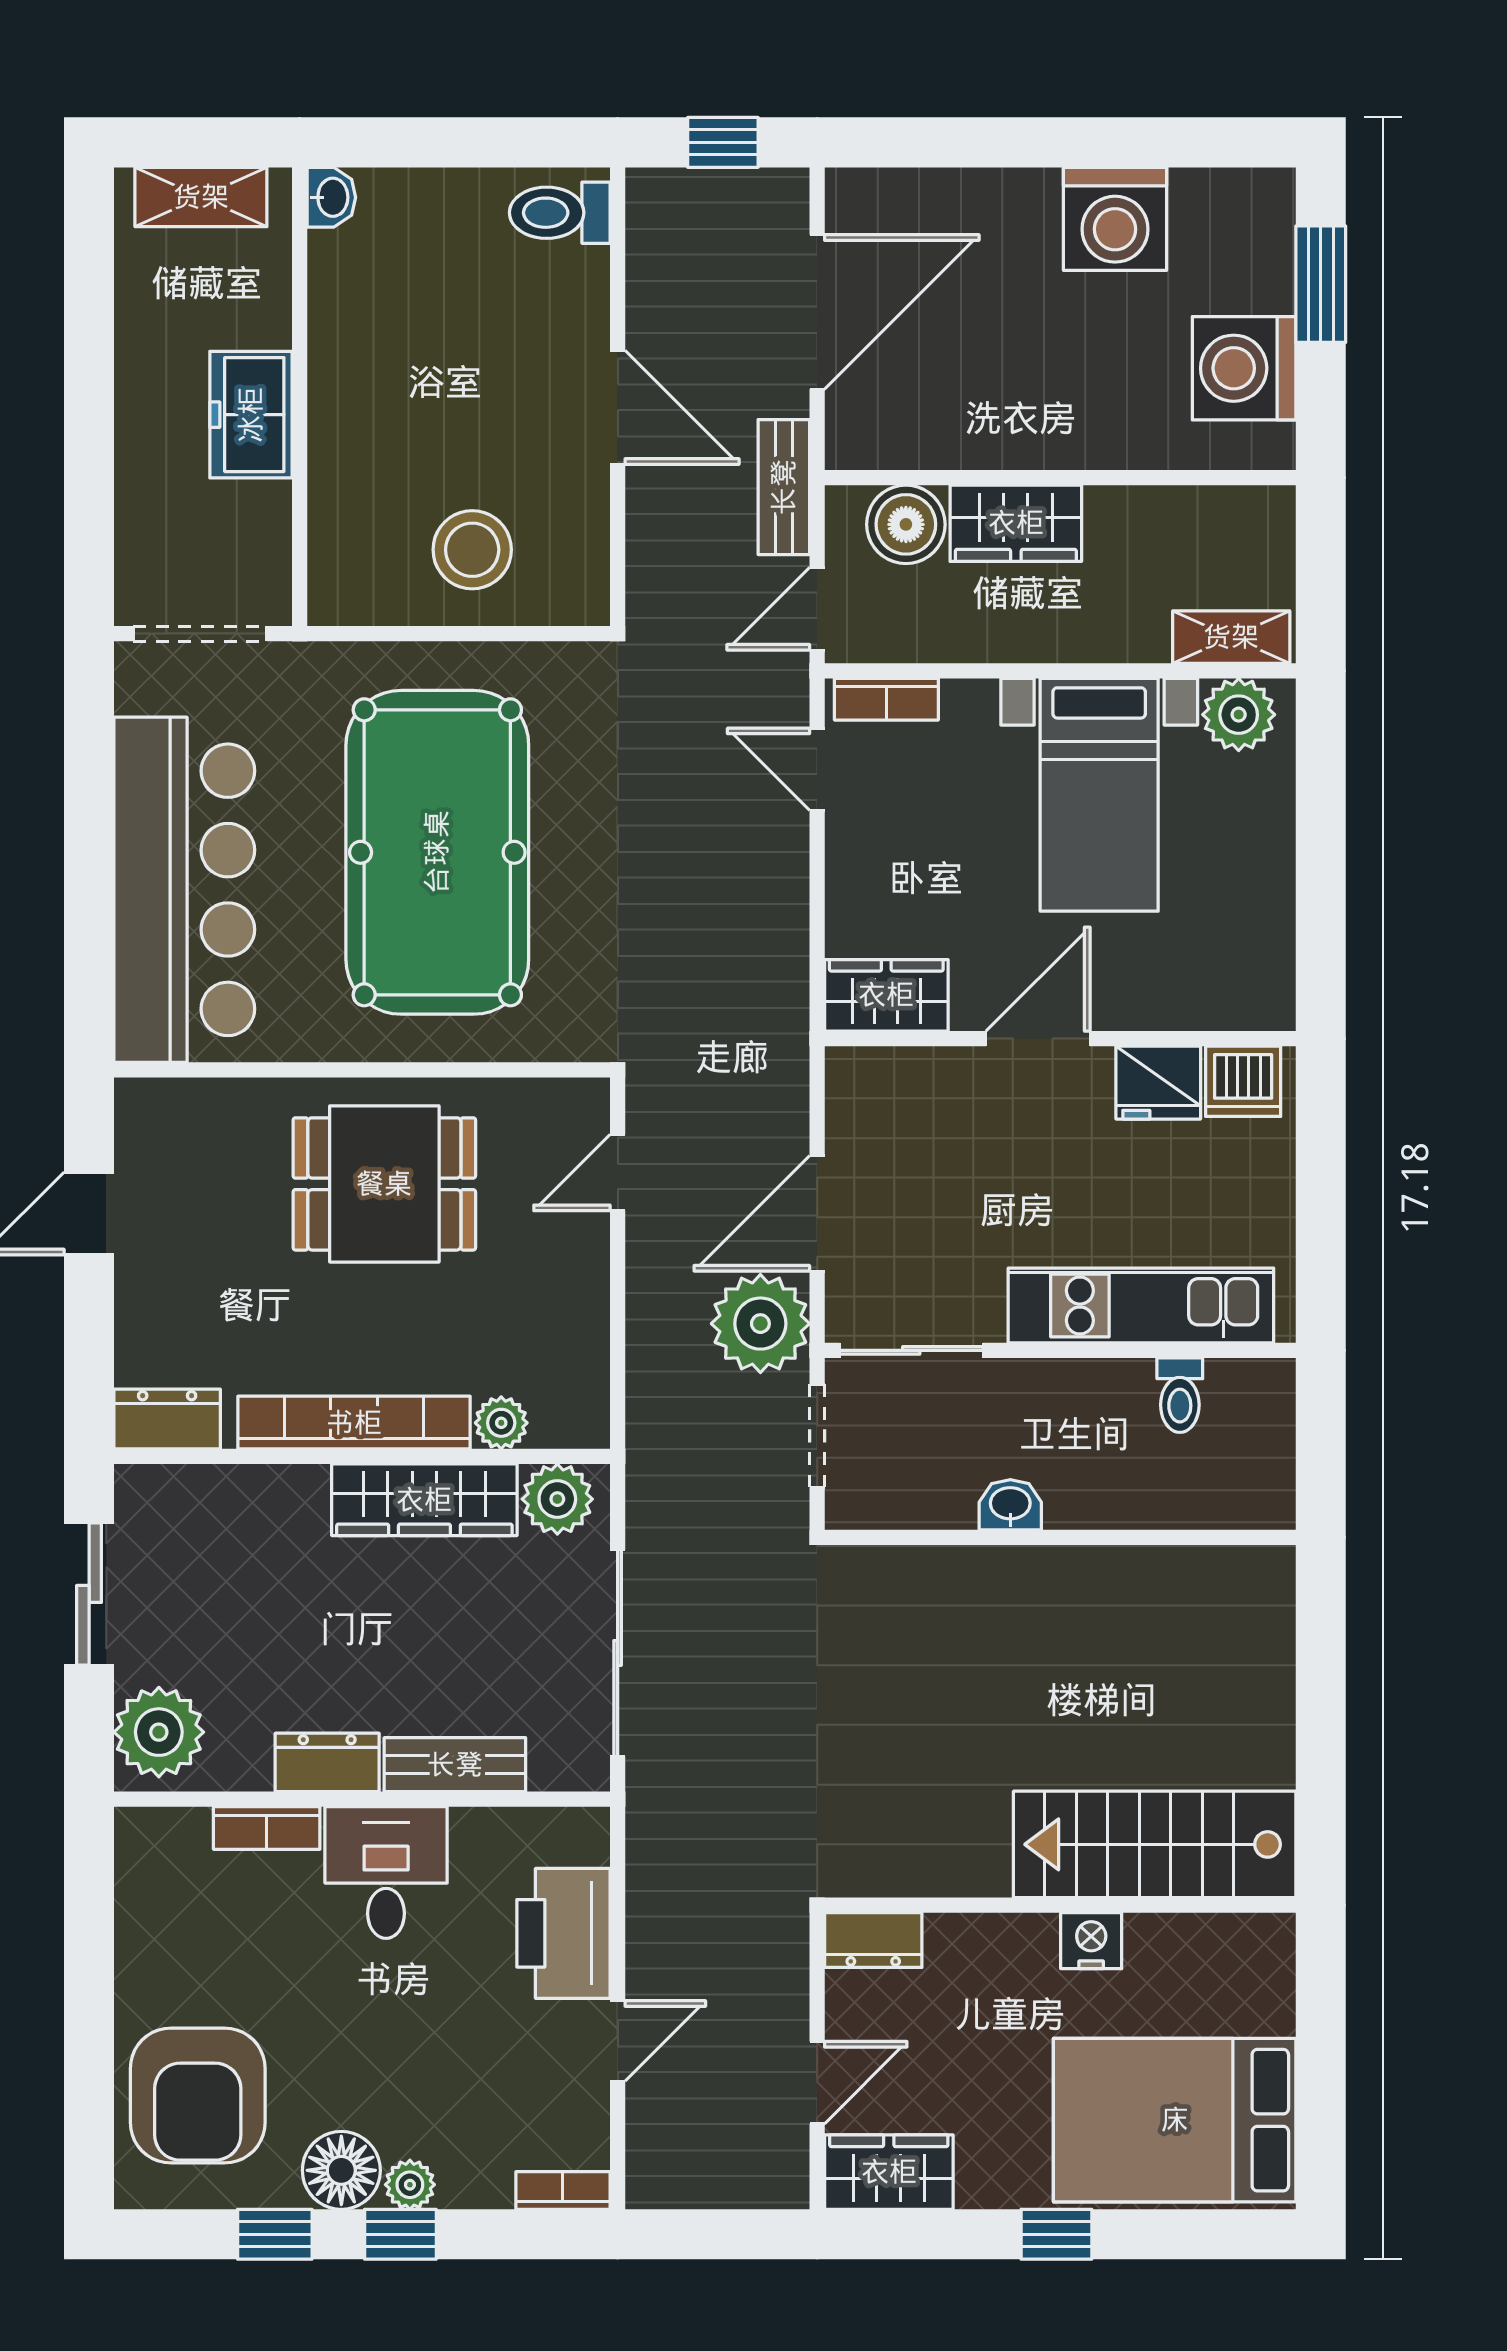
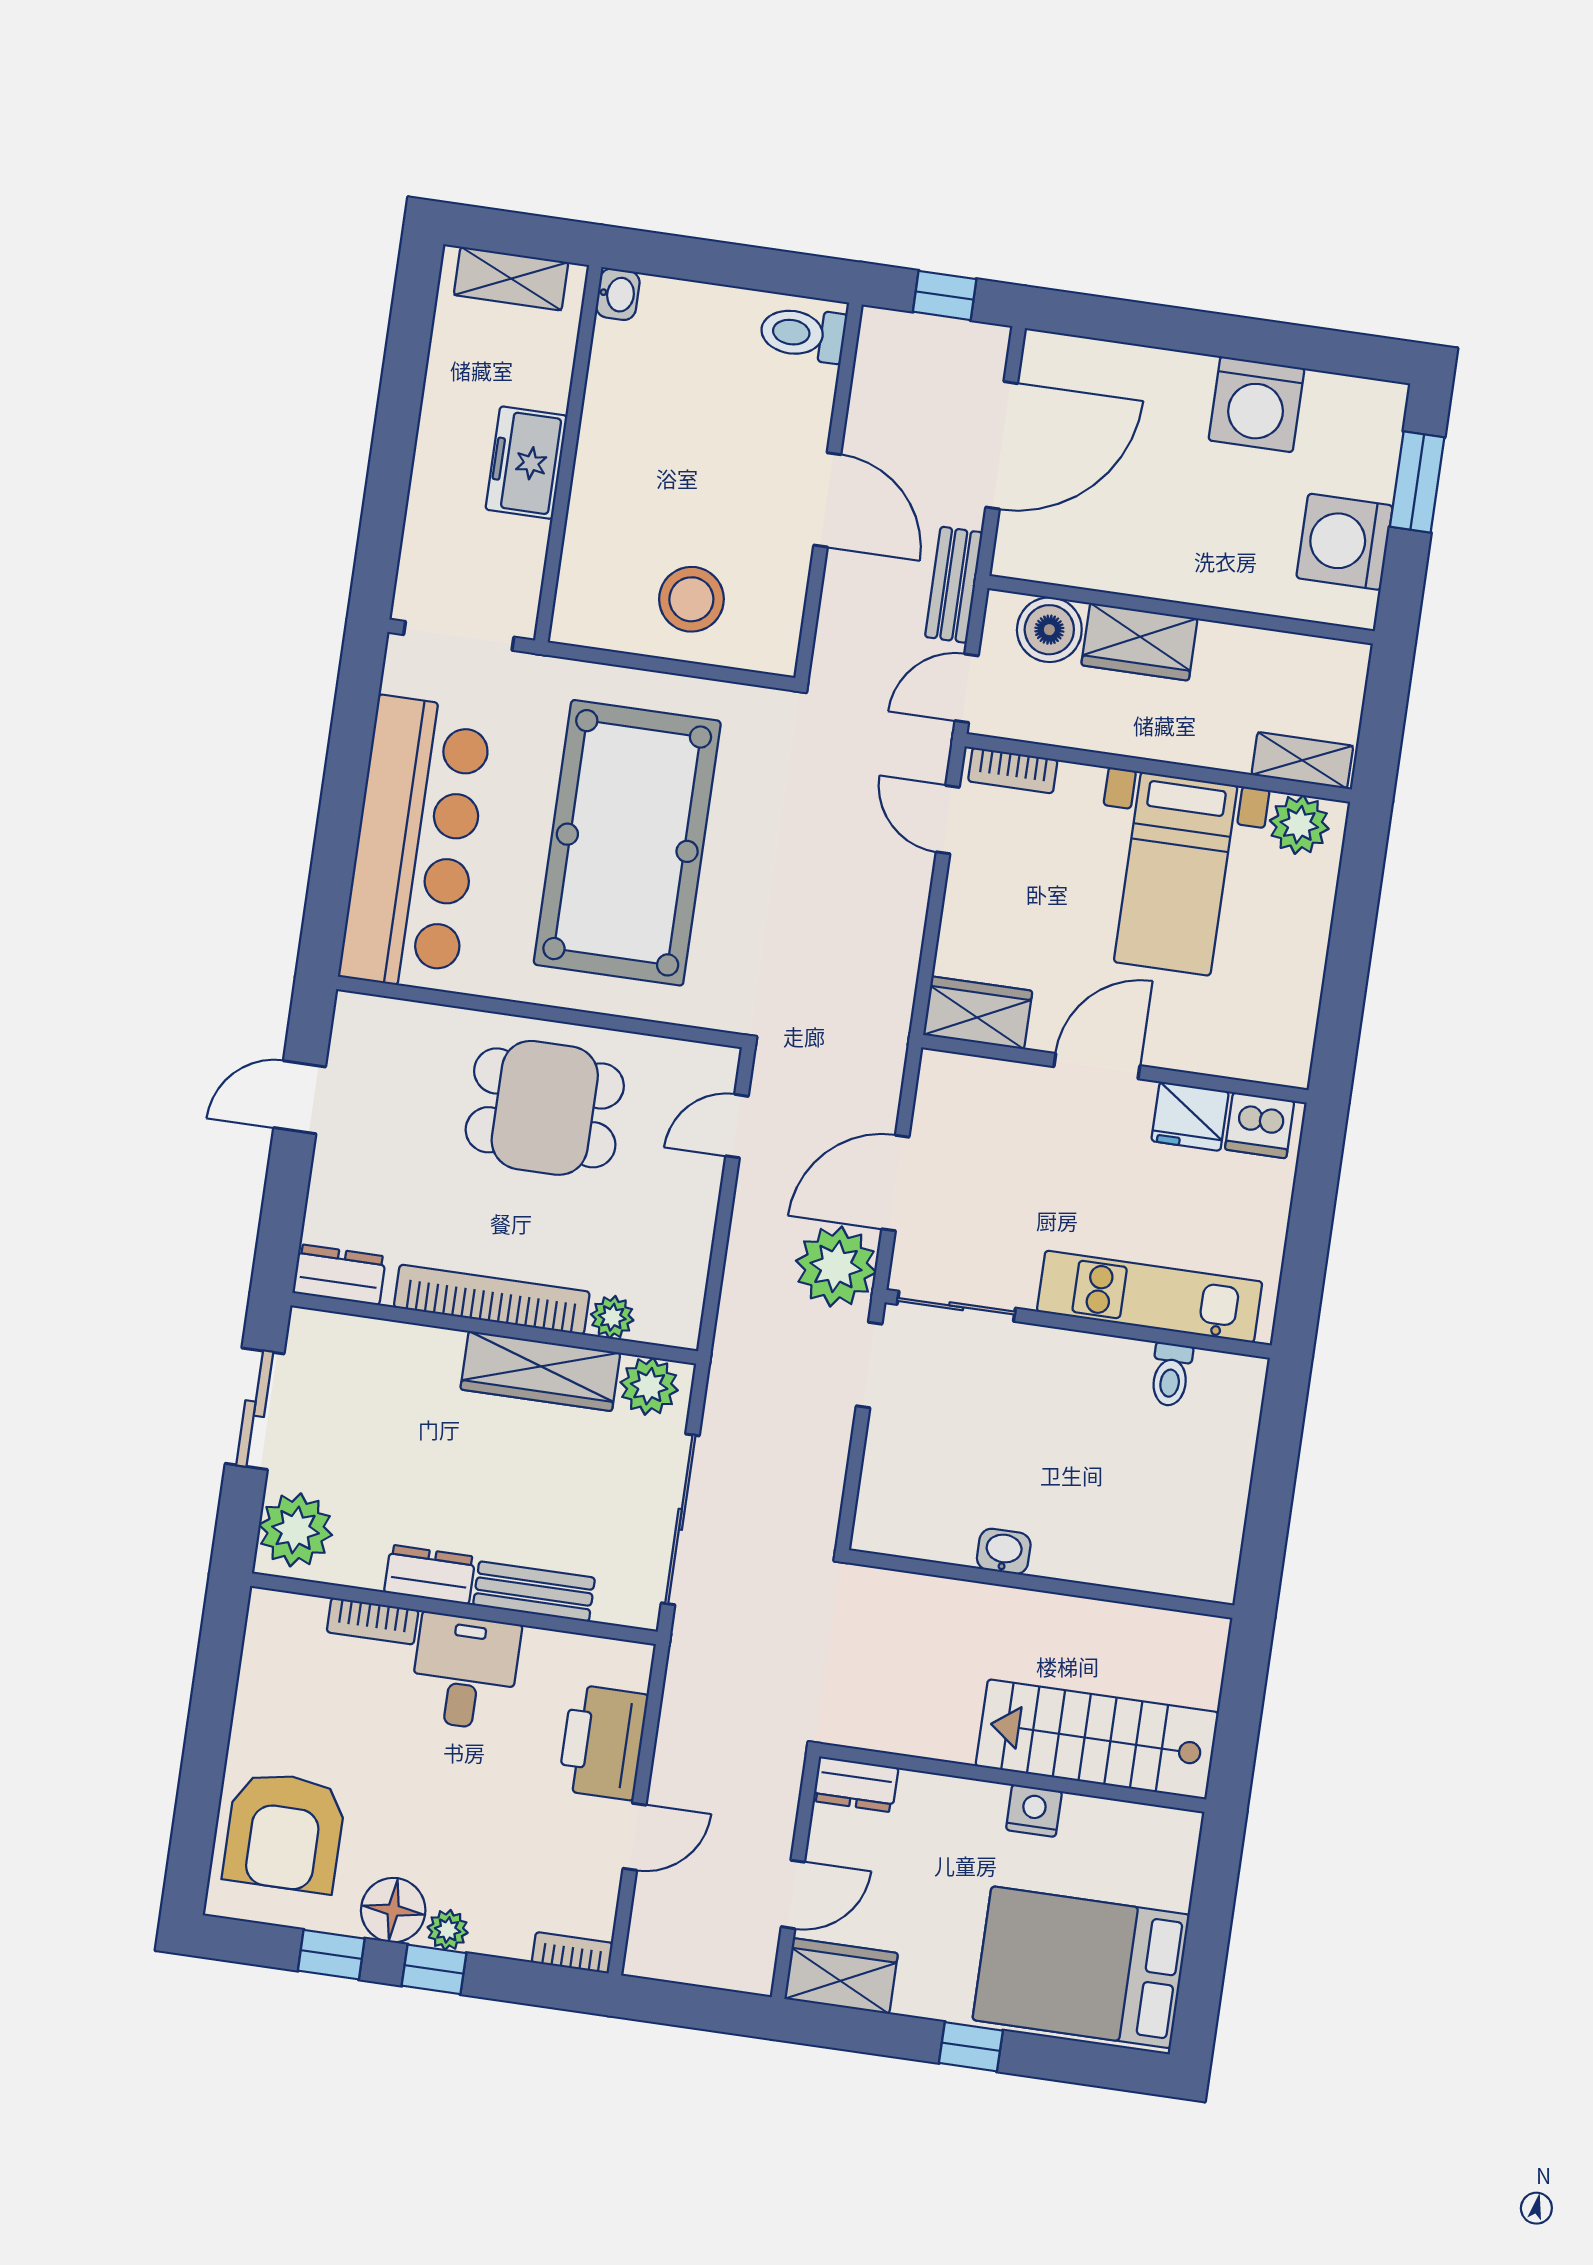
washbasin: (1010, 1505) -> (1004, 1551), moved
wall: (1060, 1537) -> (1041, 1584), moved

